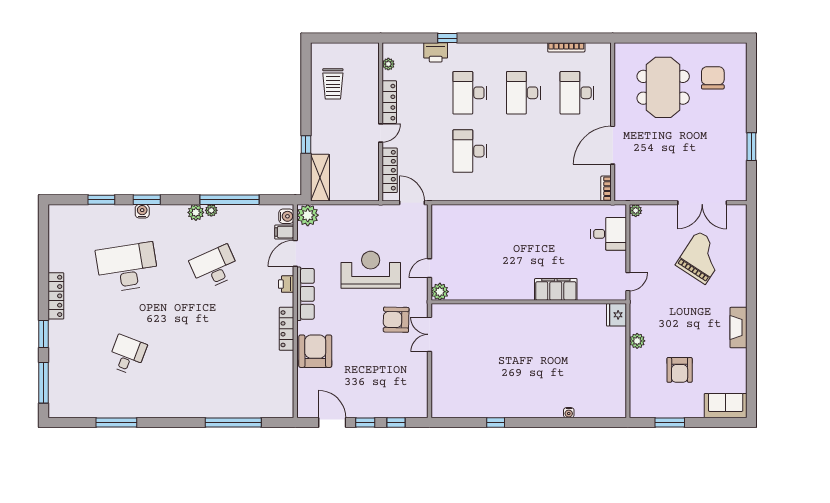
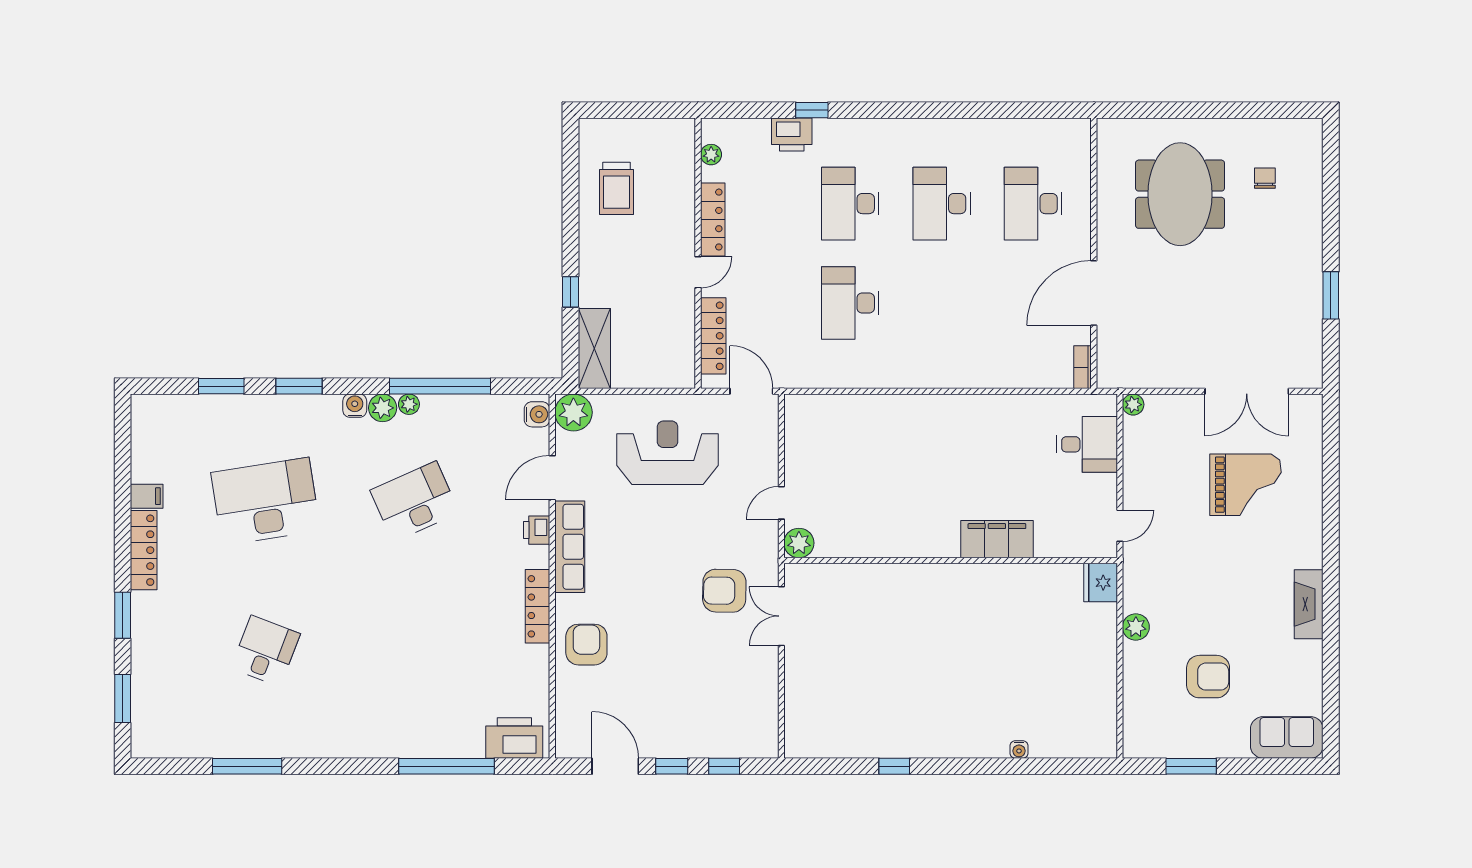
bookcase: (566, 47) -> (1015, 126), removed
chair: (713, 78) -> (1265, 178), width x0.54, depth x0.54
water cooler: (142, 211) -> (355, 406), moved
filing cabinet: (284, 232) -> (147, 496), moved, turned 180
grand piano: (701, 257) -> (1245, 485), turned 57
reception desk: (371, 270) -> (668, 453), moved
armchair: (315, 351) -> (586, 645), width x0.73, depth x0.73
armchair: (680, 370) -> (1208, 677), turned -90
window: (44, 383) -> (123, 699), width x0.69
printer: (273, 406) -> (514, 738), added

